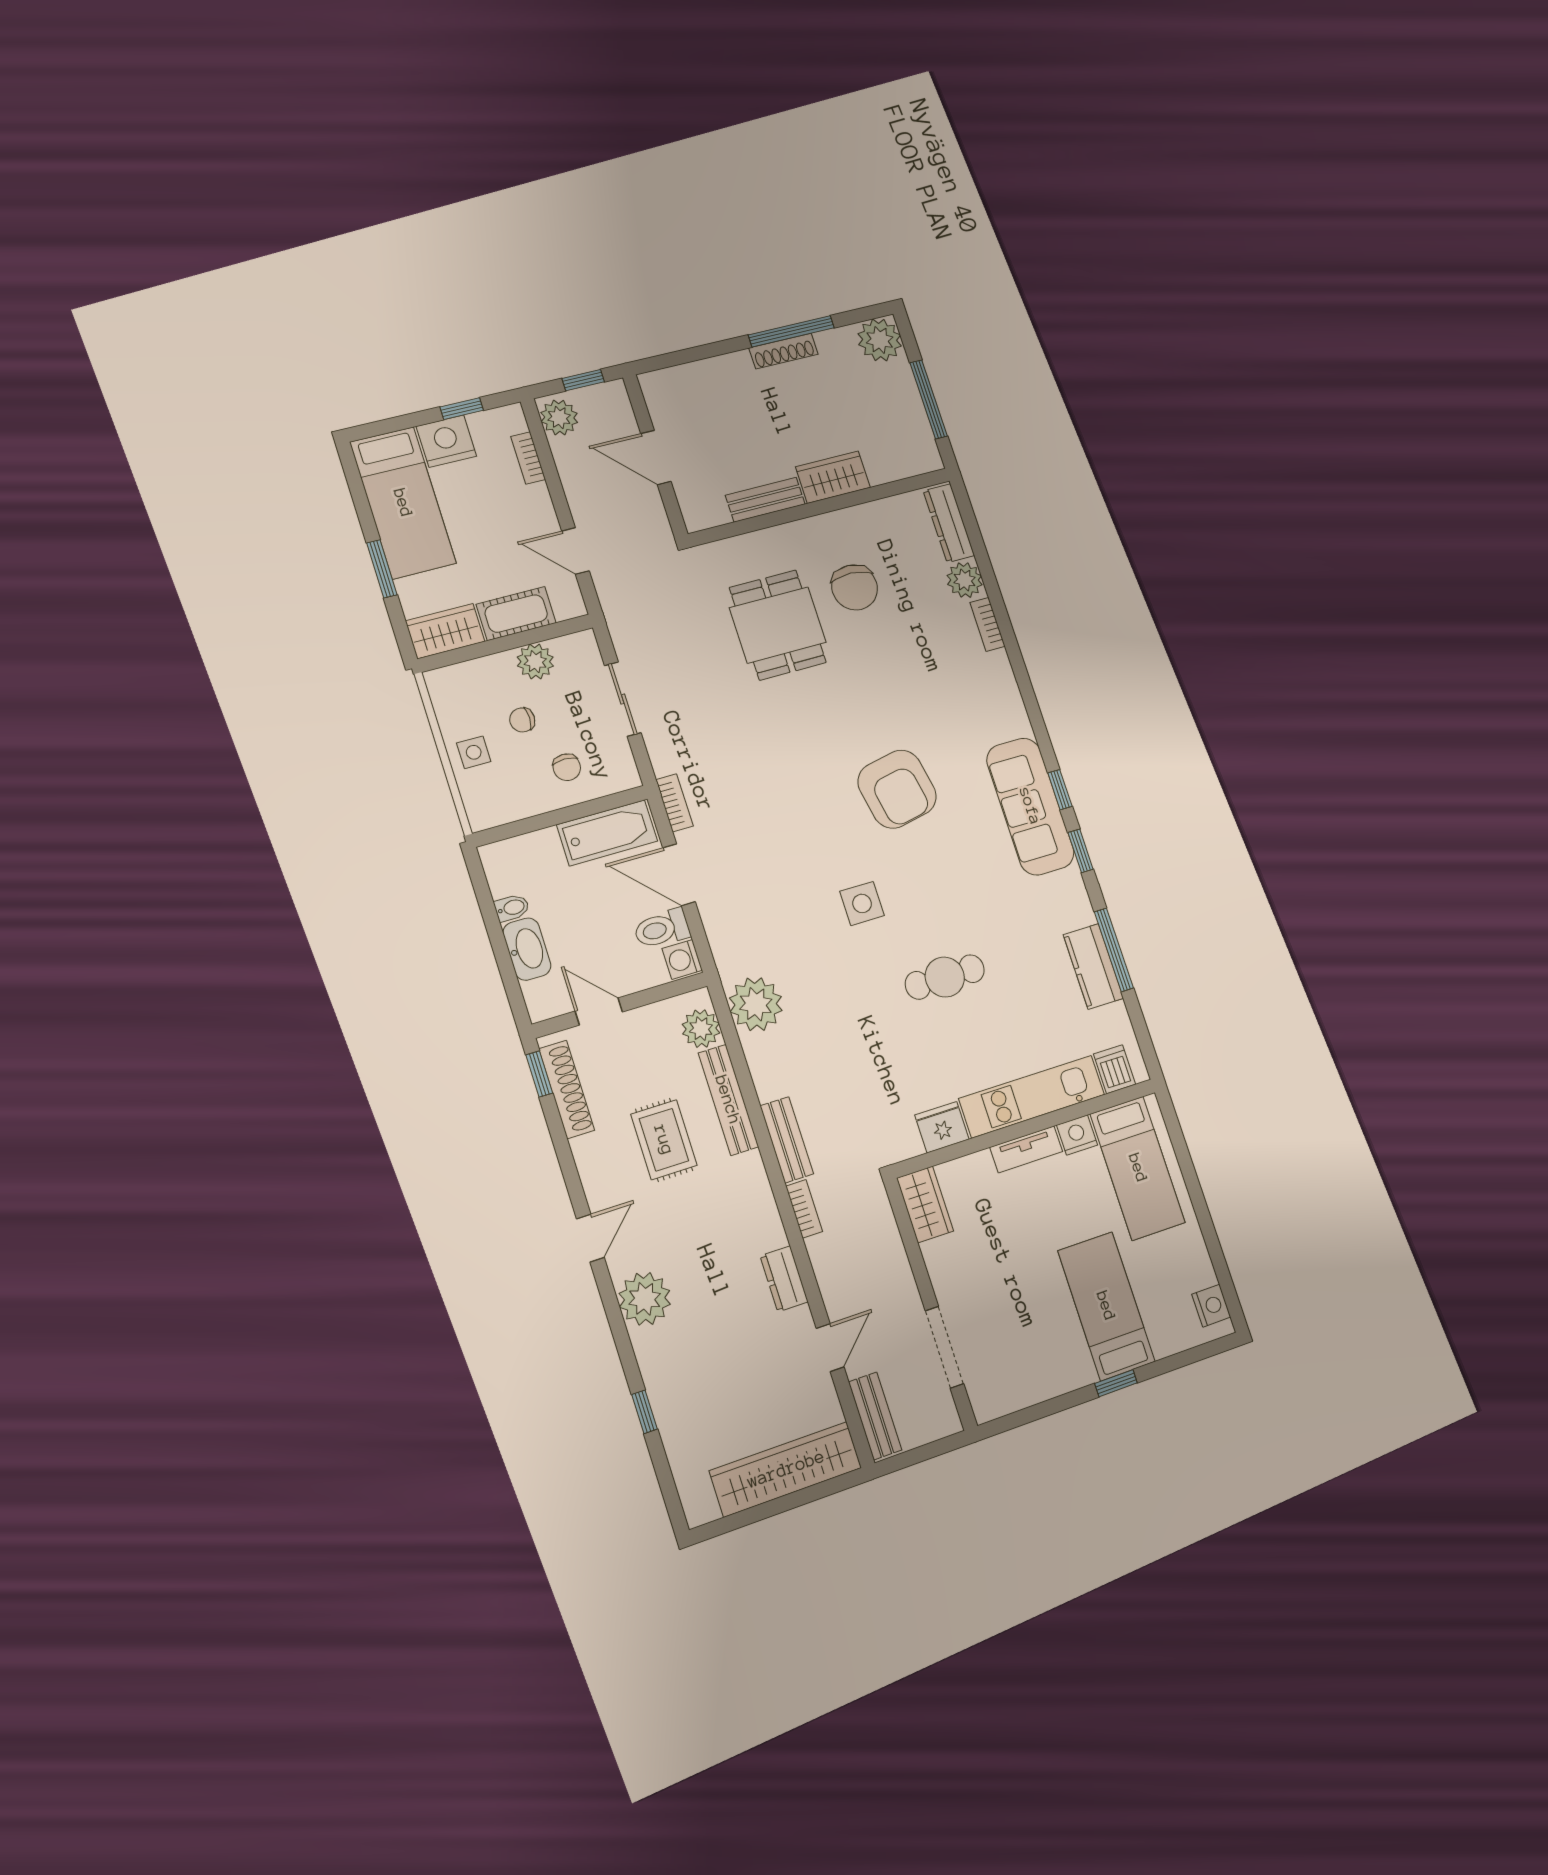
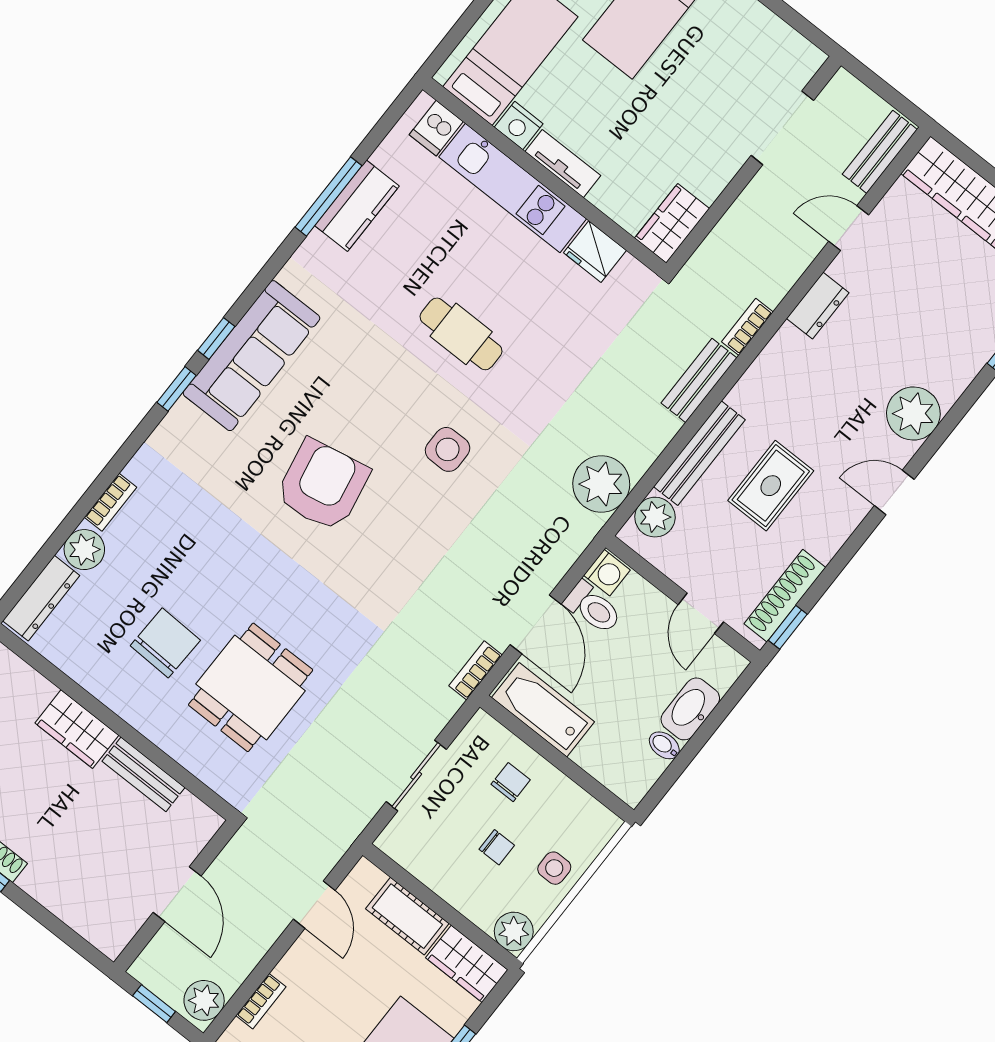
plant: (535, 662) -> (514, 931), moved
window: (1081, 851) -> (176, 389), moved

